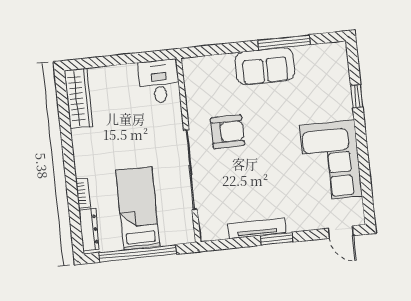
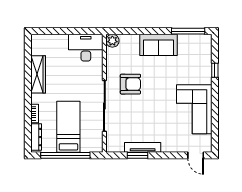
window: (284, 42) -> (188, 31), moved
plant: (192, 67) -> (112, 41), added
desk: (159, 81) -> (86, 48), width x1.37
wardrobe: (78, 98) -> (38, 74), moved
window: (277, 239) -> (137, 155), moved

